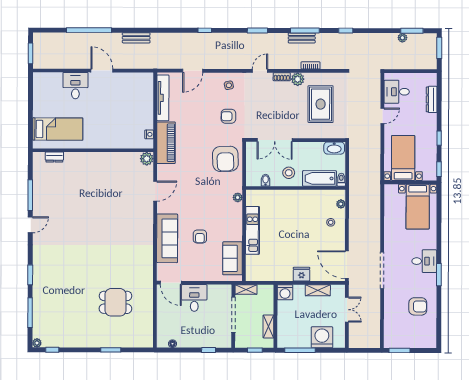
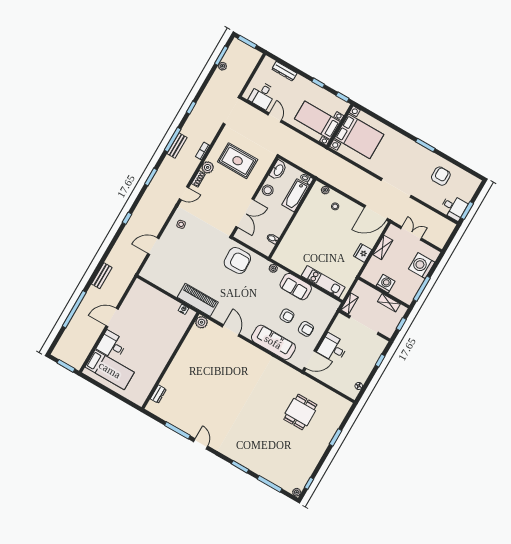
door: (193, 71) -> (153, 246), swing flipped
door: (260, 71) -> (184, 193), swing flipped
tv unit: (163, 98) -> (161, 282), removed
armchair: (228, 116) -> (306, 329), moved, turned -90
bed: (58, 129) -> (110, 370), moved, turned 90
stool: (289, 173) -> (268, 190), moved
bed with nightstands: (418, 207) -> (359, 136), width x1.36
kitchen unit: (253, 230) -> (323, 282), moved
sofa: (233, 258) -> (296, 287), moved
desk: (424, 261) -> (454, 207), moved, turned 90
washing machine: (285, 292) -> (386, 284), moved, turned -90

